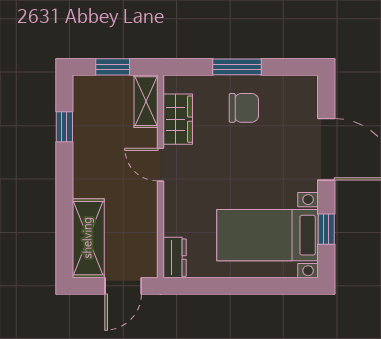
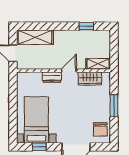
window: (113, 67) -> (114, 48), removed
chair: (244, 108) -> (100, 129), moved
dresser: (175, 258) -> (52, 77), moved

